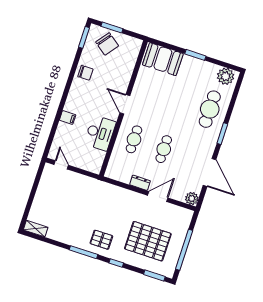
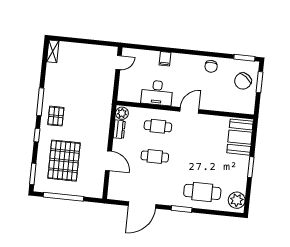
dresser: (140, 183) -> (119, 129), moved
plant: (192, 198) -> (122, 113), moved

